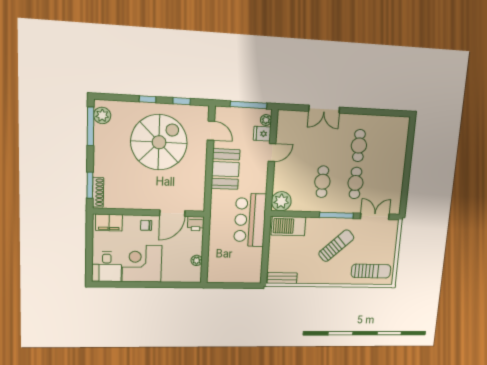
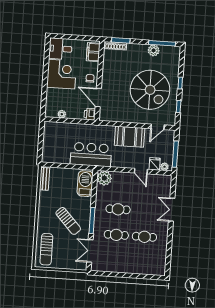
plant: (102, 115) -> (154, 50), moved
double door: (375, 216) -> (90, 251), swing flipped

